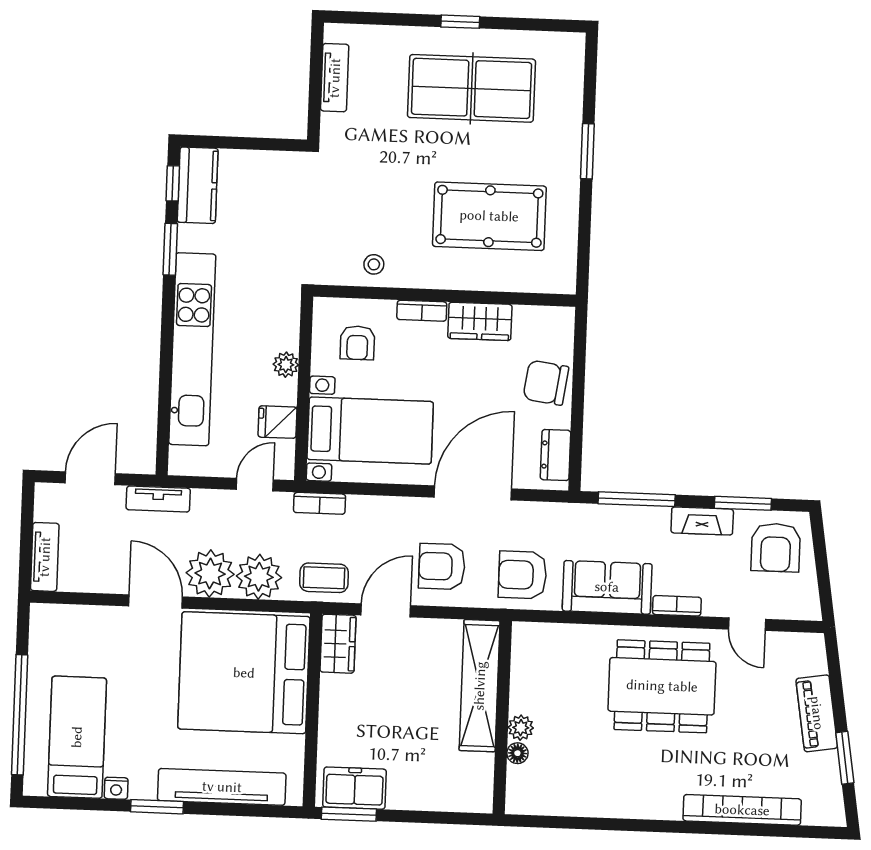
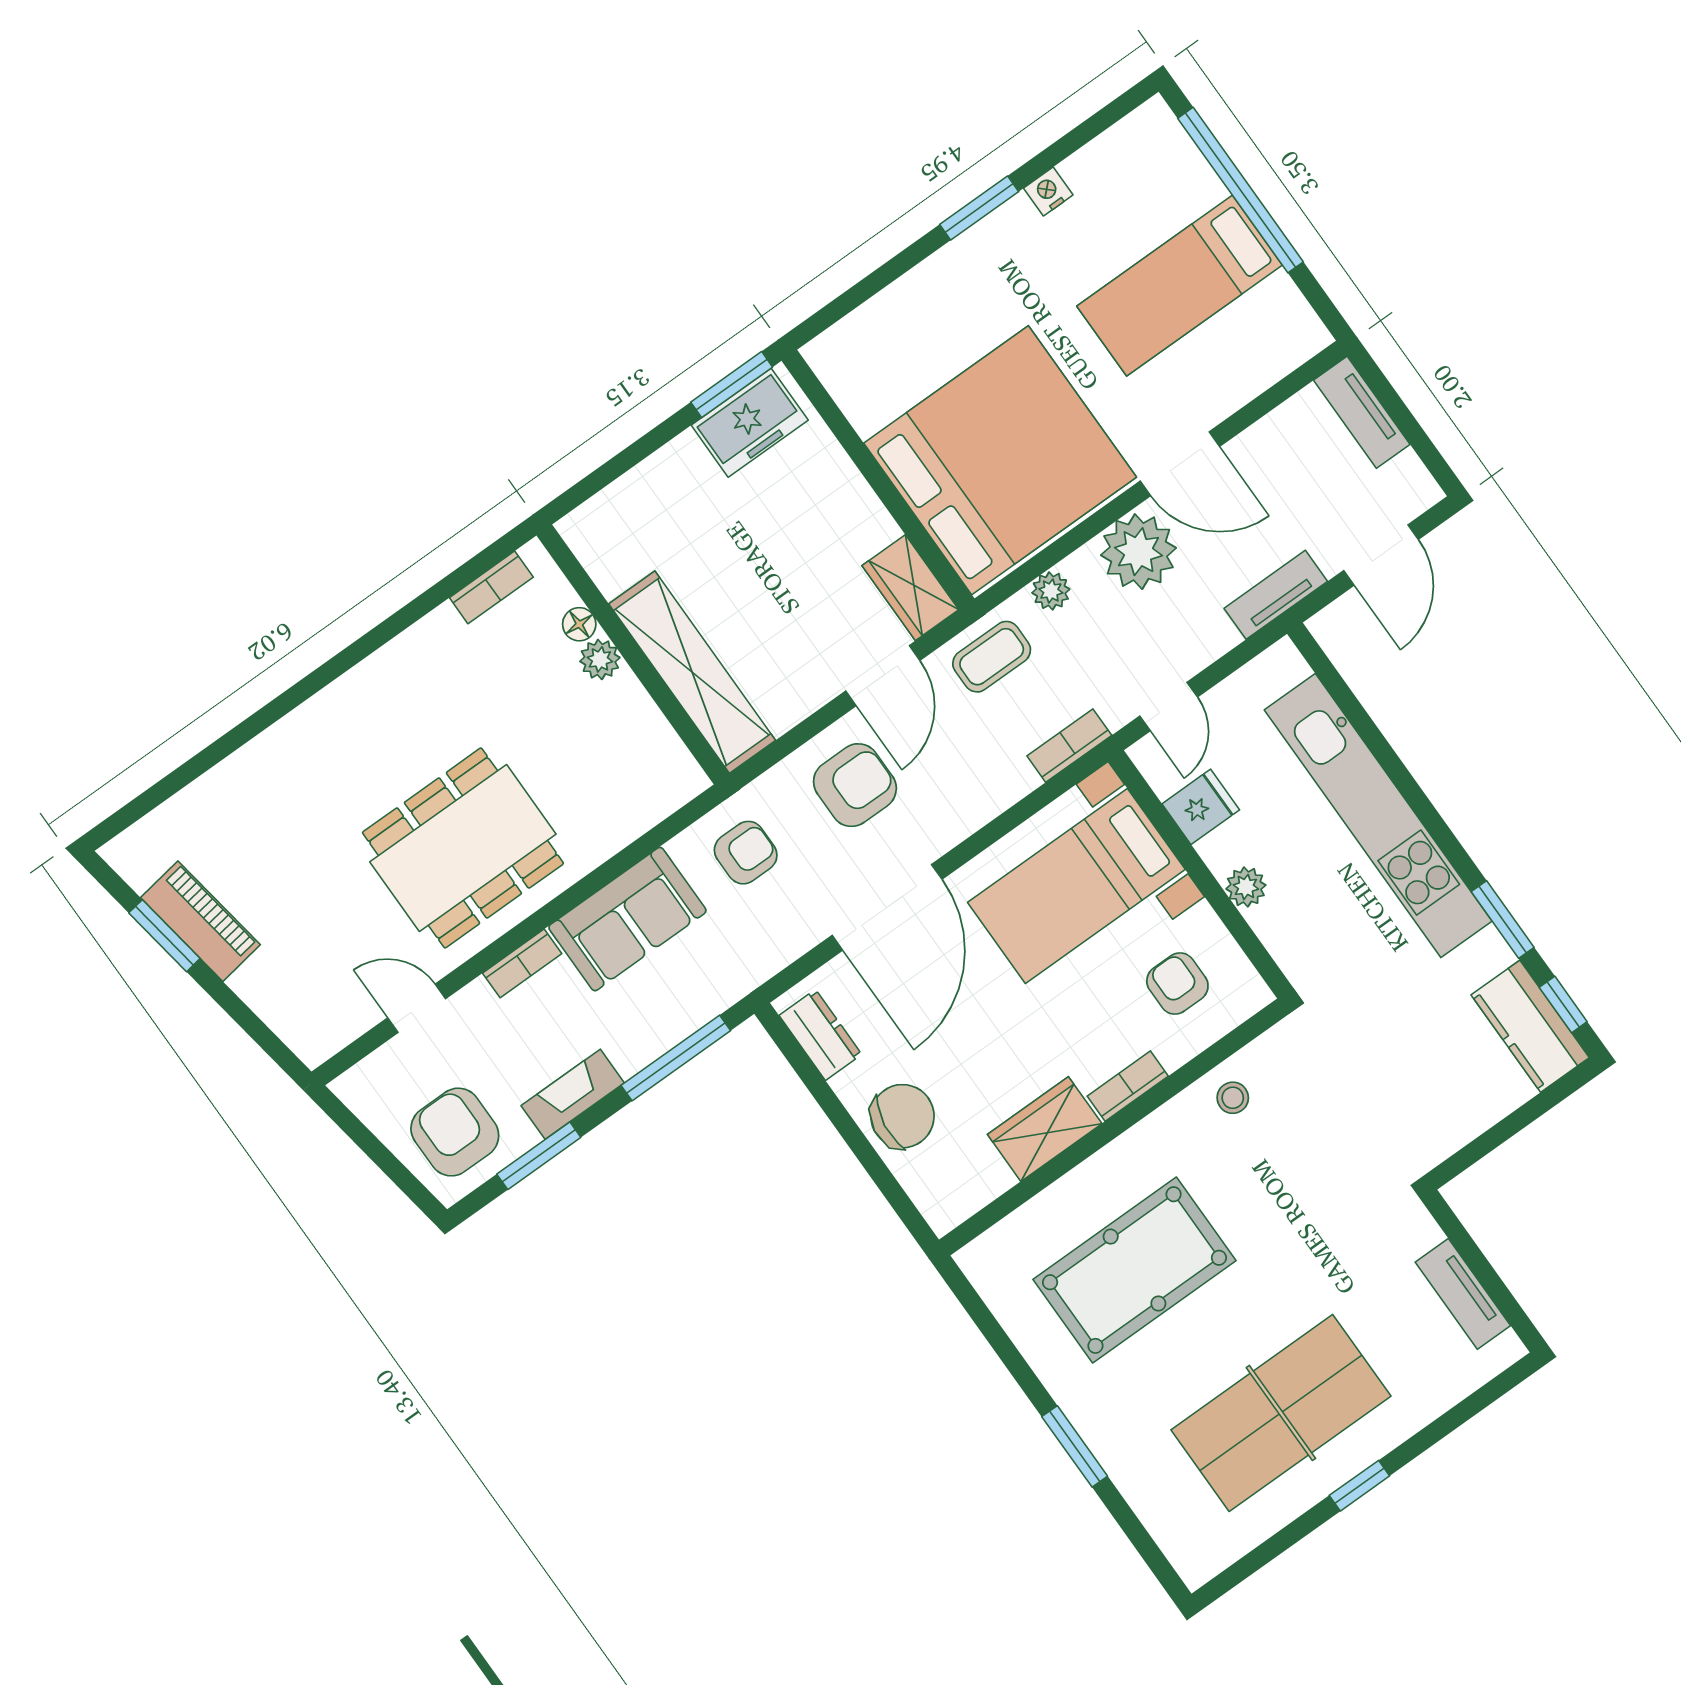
armchair: (522, 575) -> (746, 853), width x0.72, depth x0.72
plant: (259, 577) -> (1051, 591), width x0.53, depth x0.53
piano: (817, 713) -> (200, 921), moved
bed: (77, 737) -> (1179, 286), moved, turned 90
tv unit: (222, 787) -> (917, 296), removed
bookcase: (742, 810) -> (491, 587), moved, width x0.43, depth x0.76

